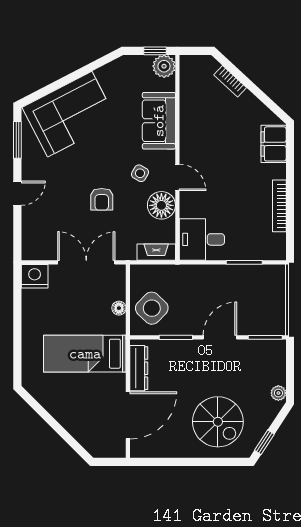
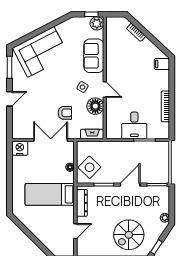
filing cabinet: (274, 144) -> (162, 64), width x0.50
armchair: (102, 199) -> (65, 113), moved, turned -90
desk: (202, 239) -> (134, 125), moved, turned -90
door: (128, 415) -> (75, 231), width x0.53
spiral stairs: (218, 422) -> (129, 235), turned 90

